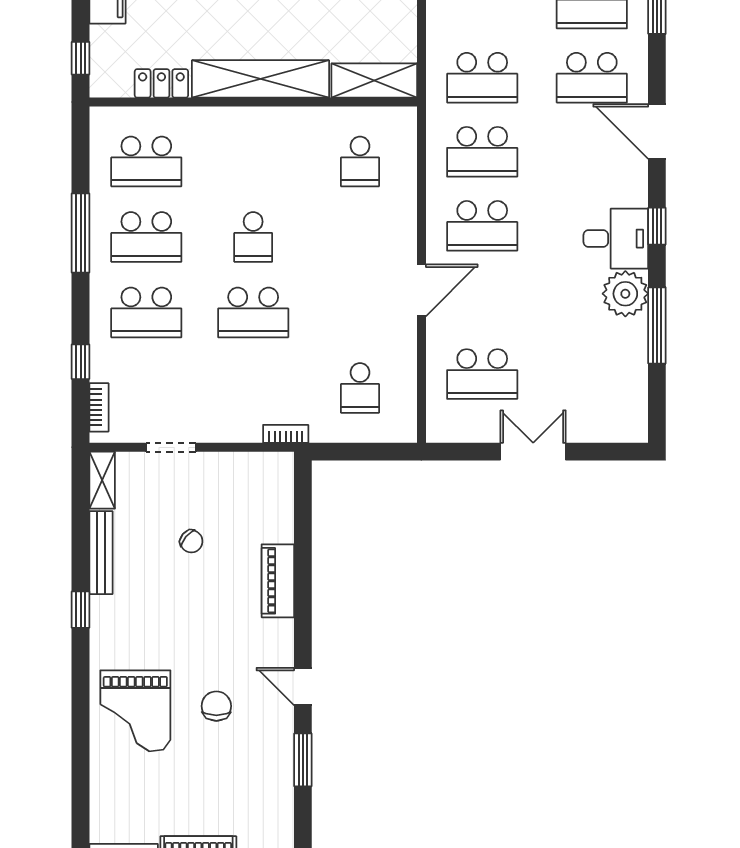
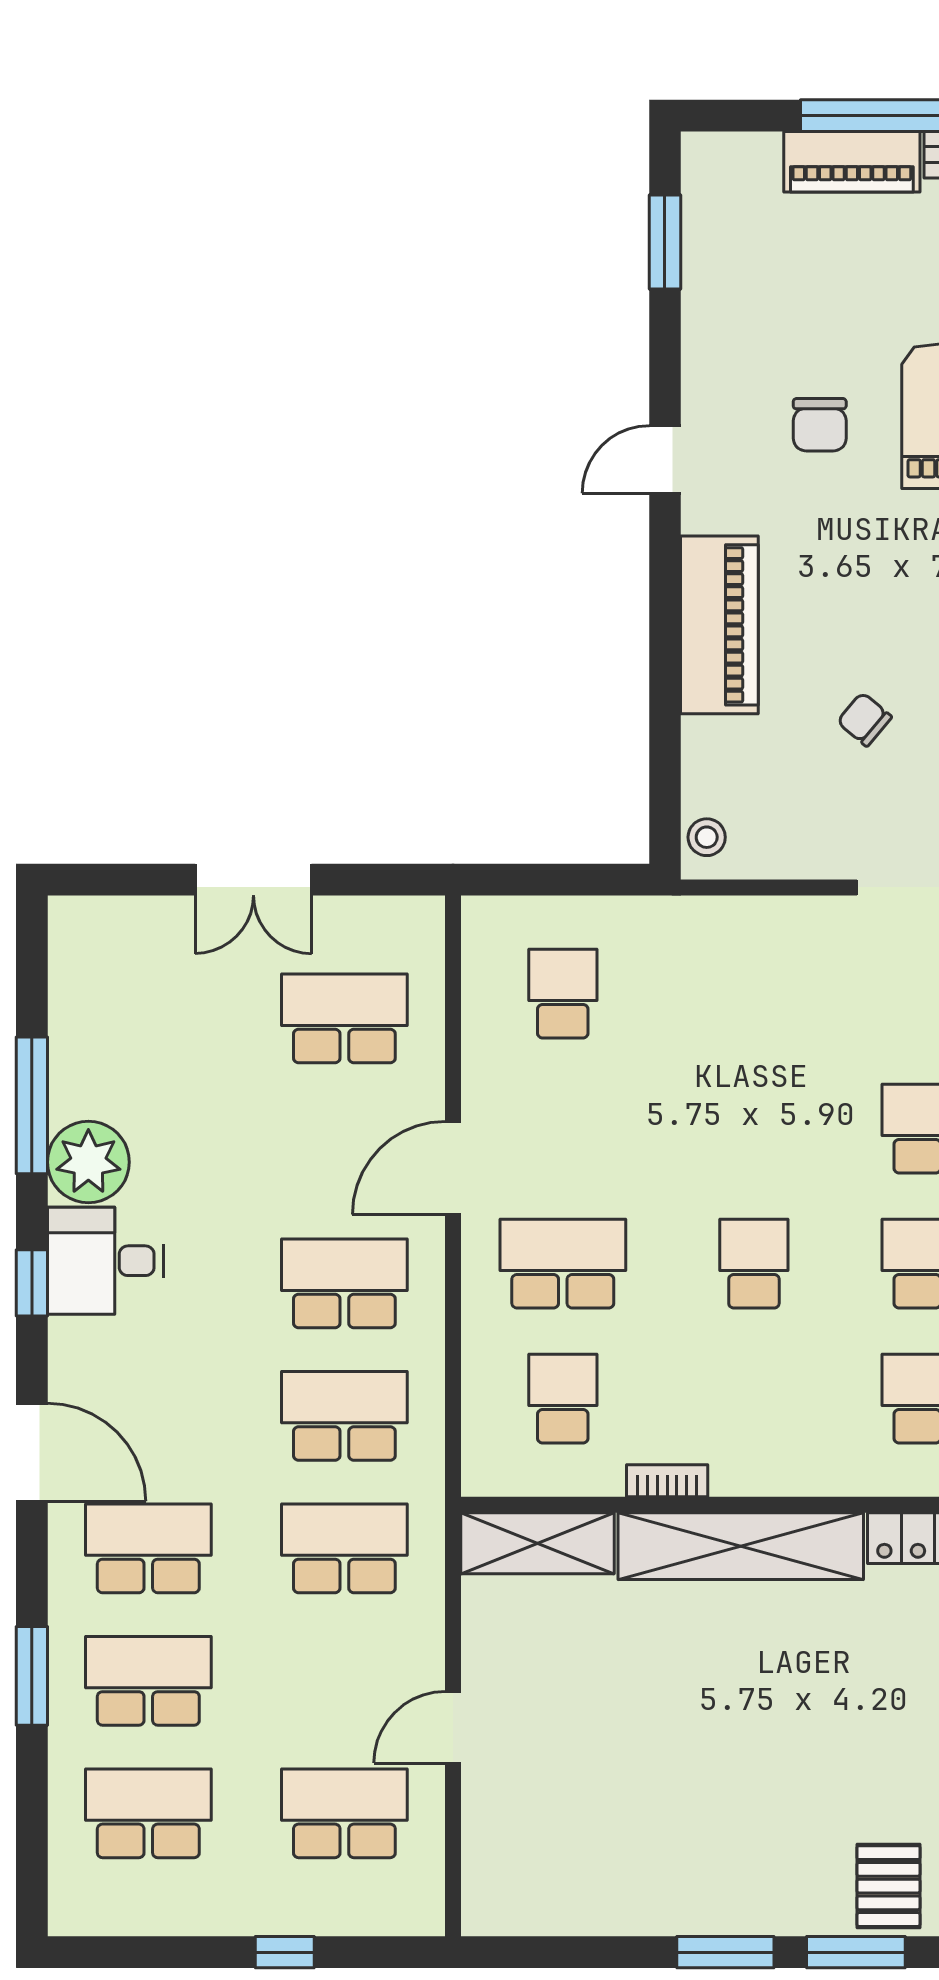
school desk: (253, 312) -> (563, 1264), moved
bookcase: (286, 434) -> (667, 1481), moved, turned 180
stool: (280, 475) -> (707, 837), added
piano: (278, 581) -> (719, 625), width x1.37, depth x1.33
door: (303, 687) -> (665, 459), swing flipped
window: (303, 760) -> (665, 242), moved

